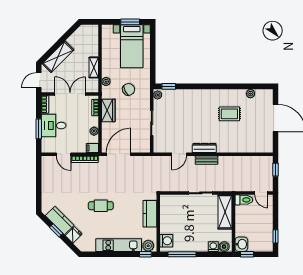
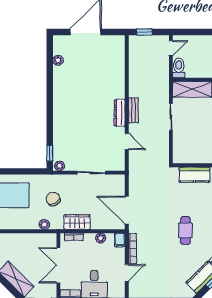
shelving: (94, 68) -> (28, 238), removed
rug: (229, 114) -> (81, 84), removed

